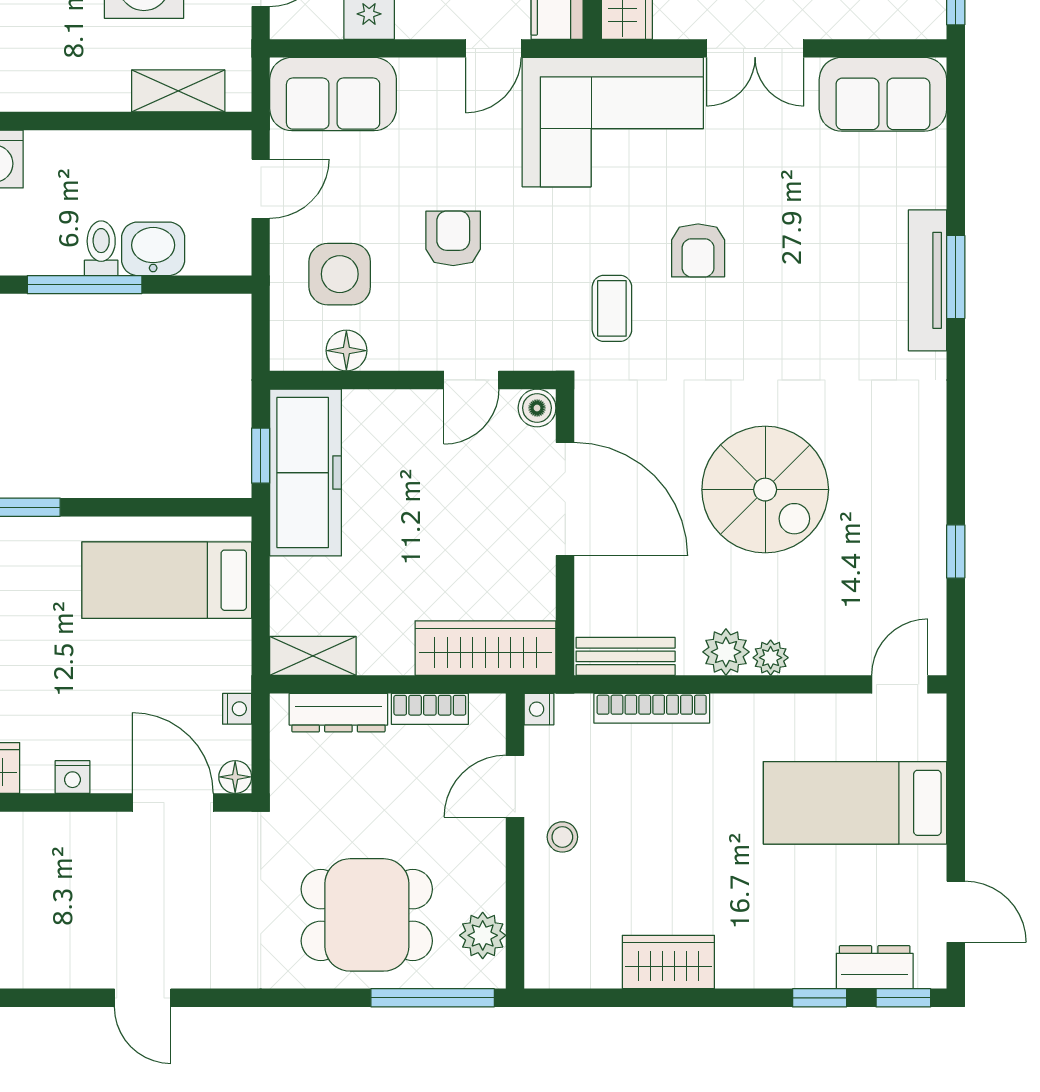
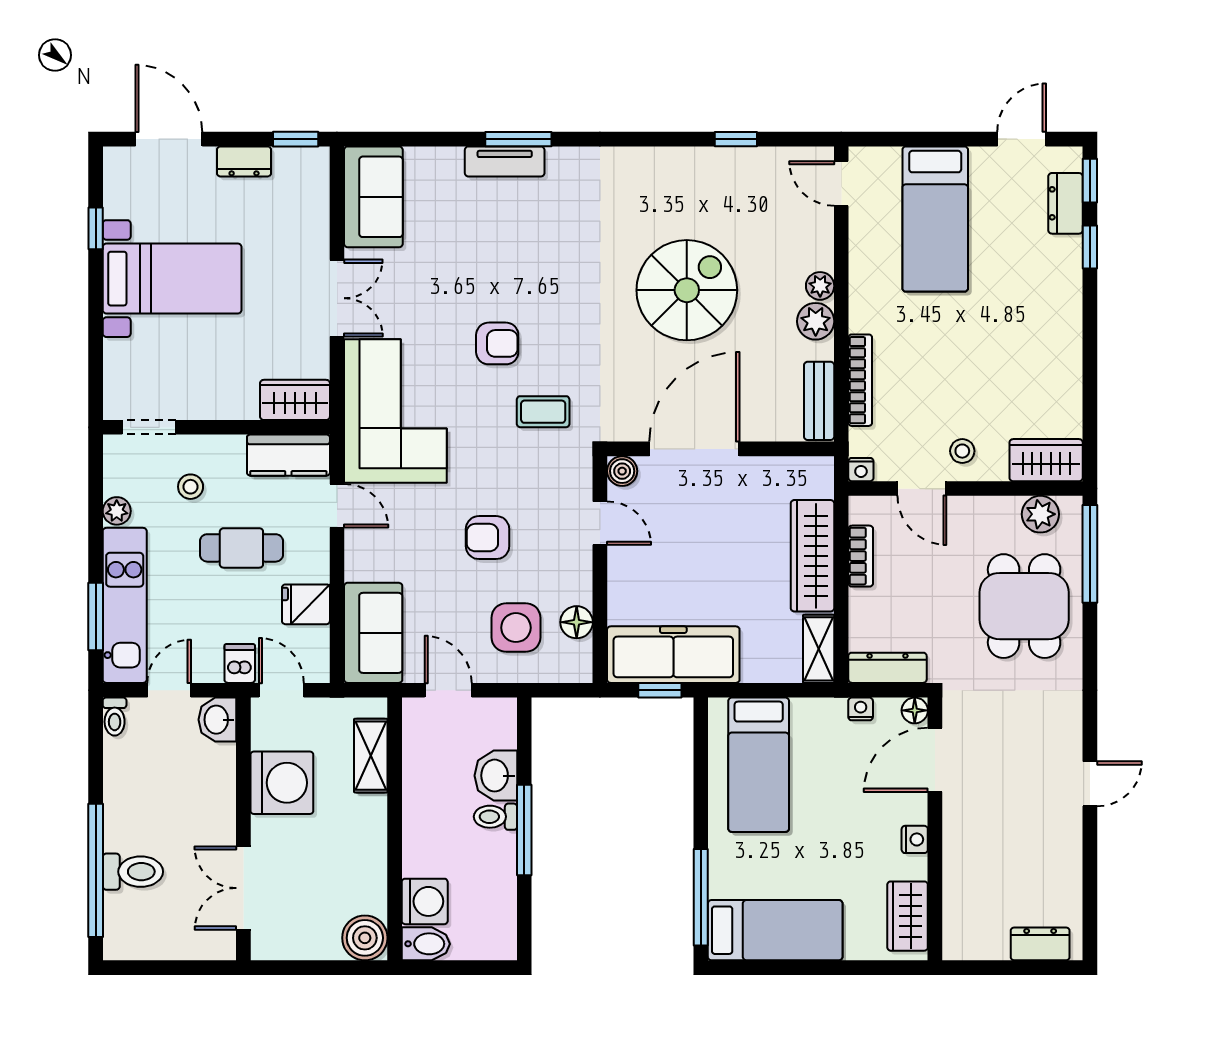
tv unit: (928, 280) -> (505, 161), width x0.71
wardrobe: (485, 648) -> (812, 556), moved
dresser: (338, 713) -> (887, 668), moved, turned -90
wardrobe: (668, 962) -> (1046, 460), moved, turned 90

